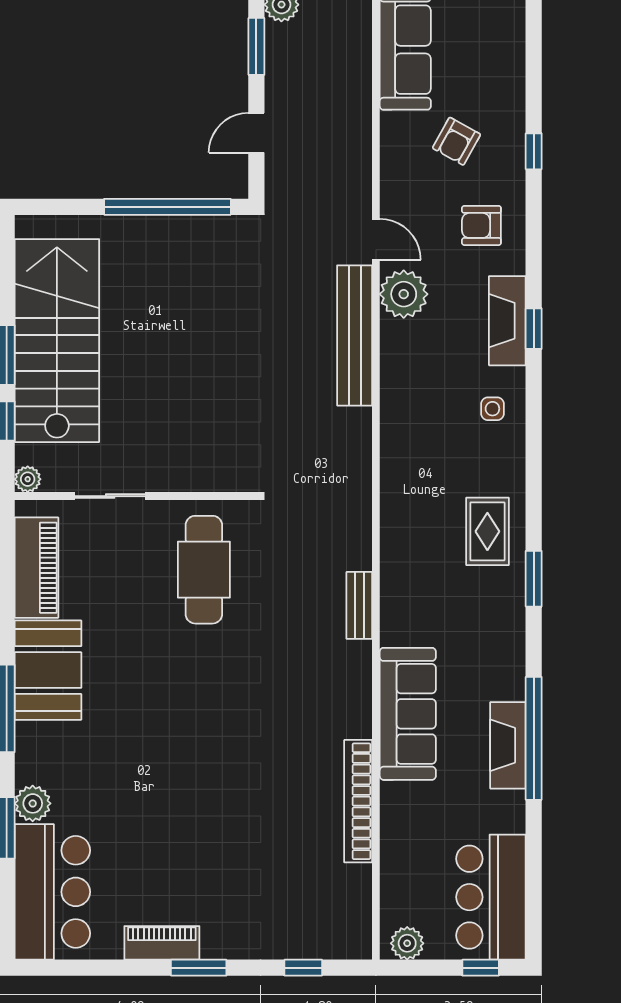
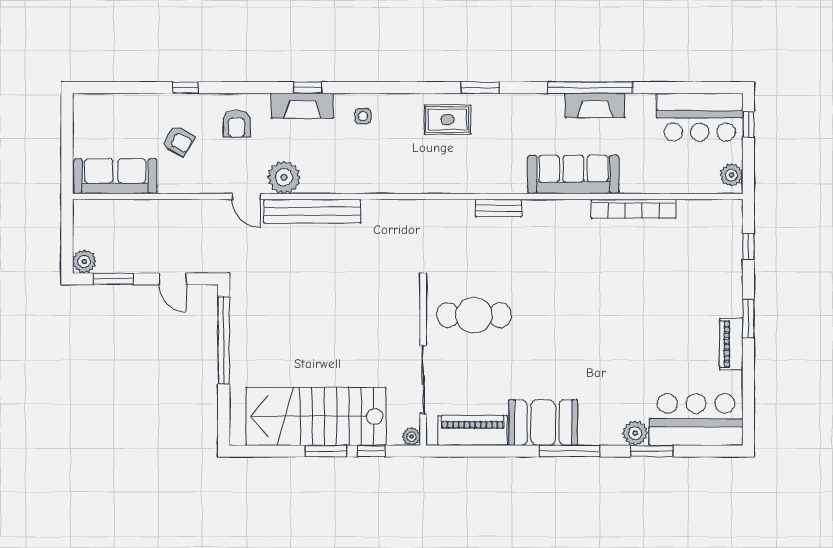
door: (376, 239) -> (246, 197), swing flipped
sliding door: (110, 496) -> (423, 380), width x1.37

